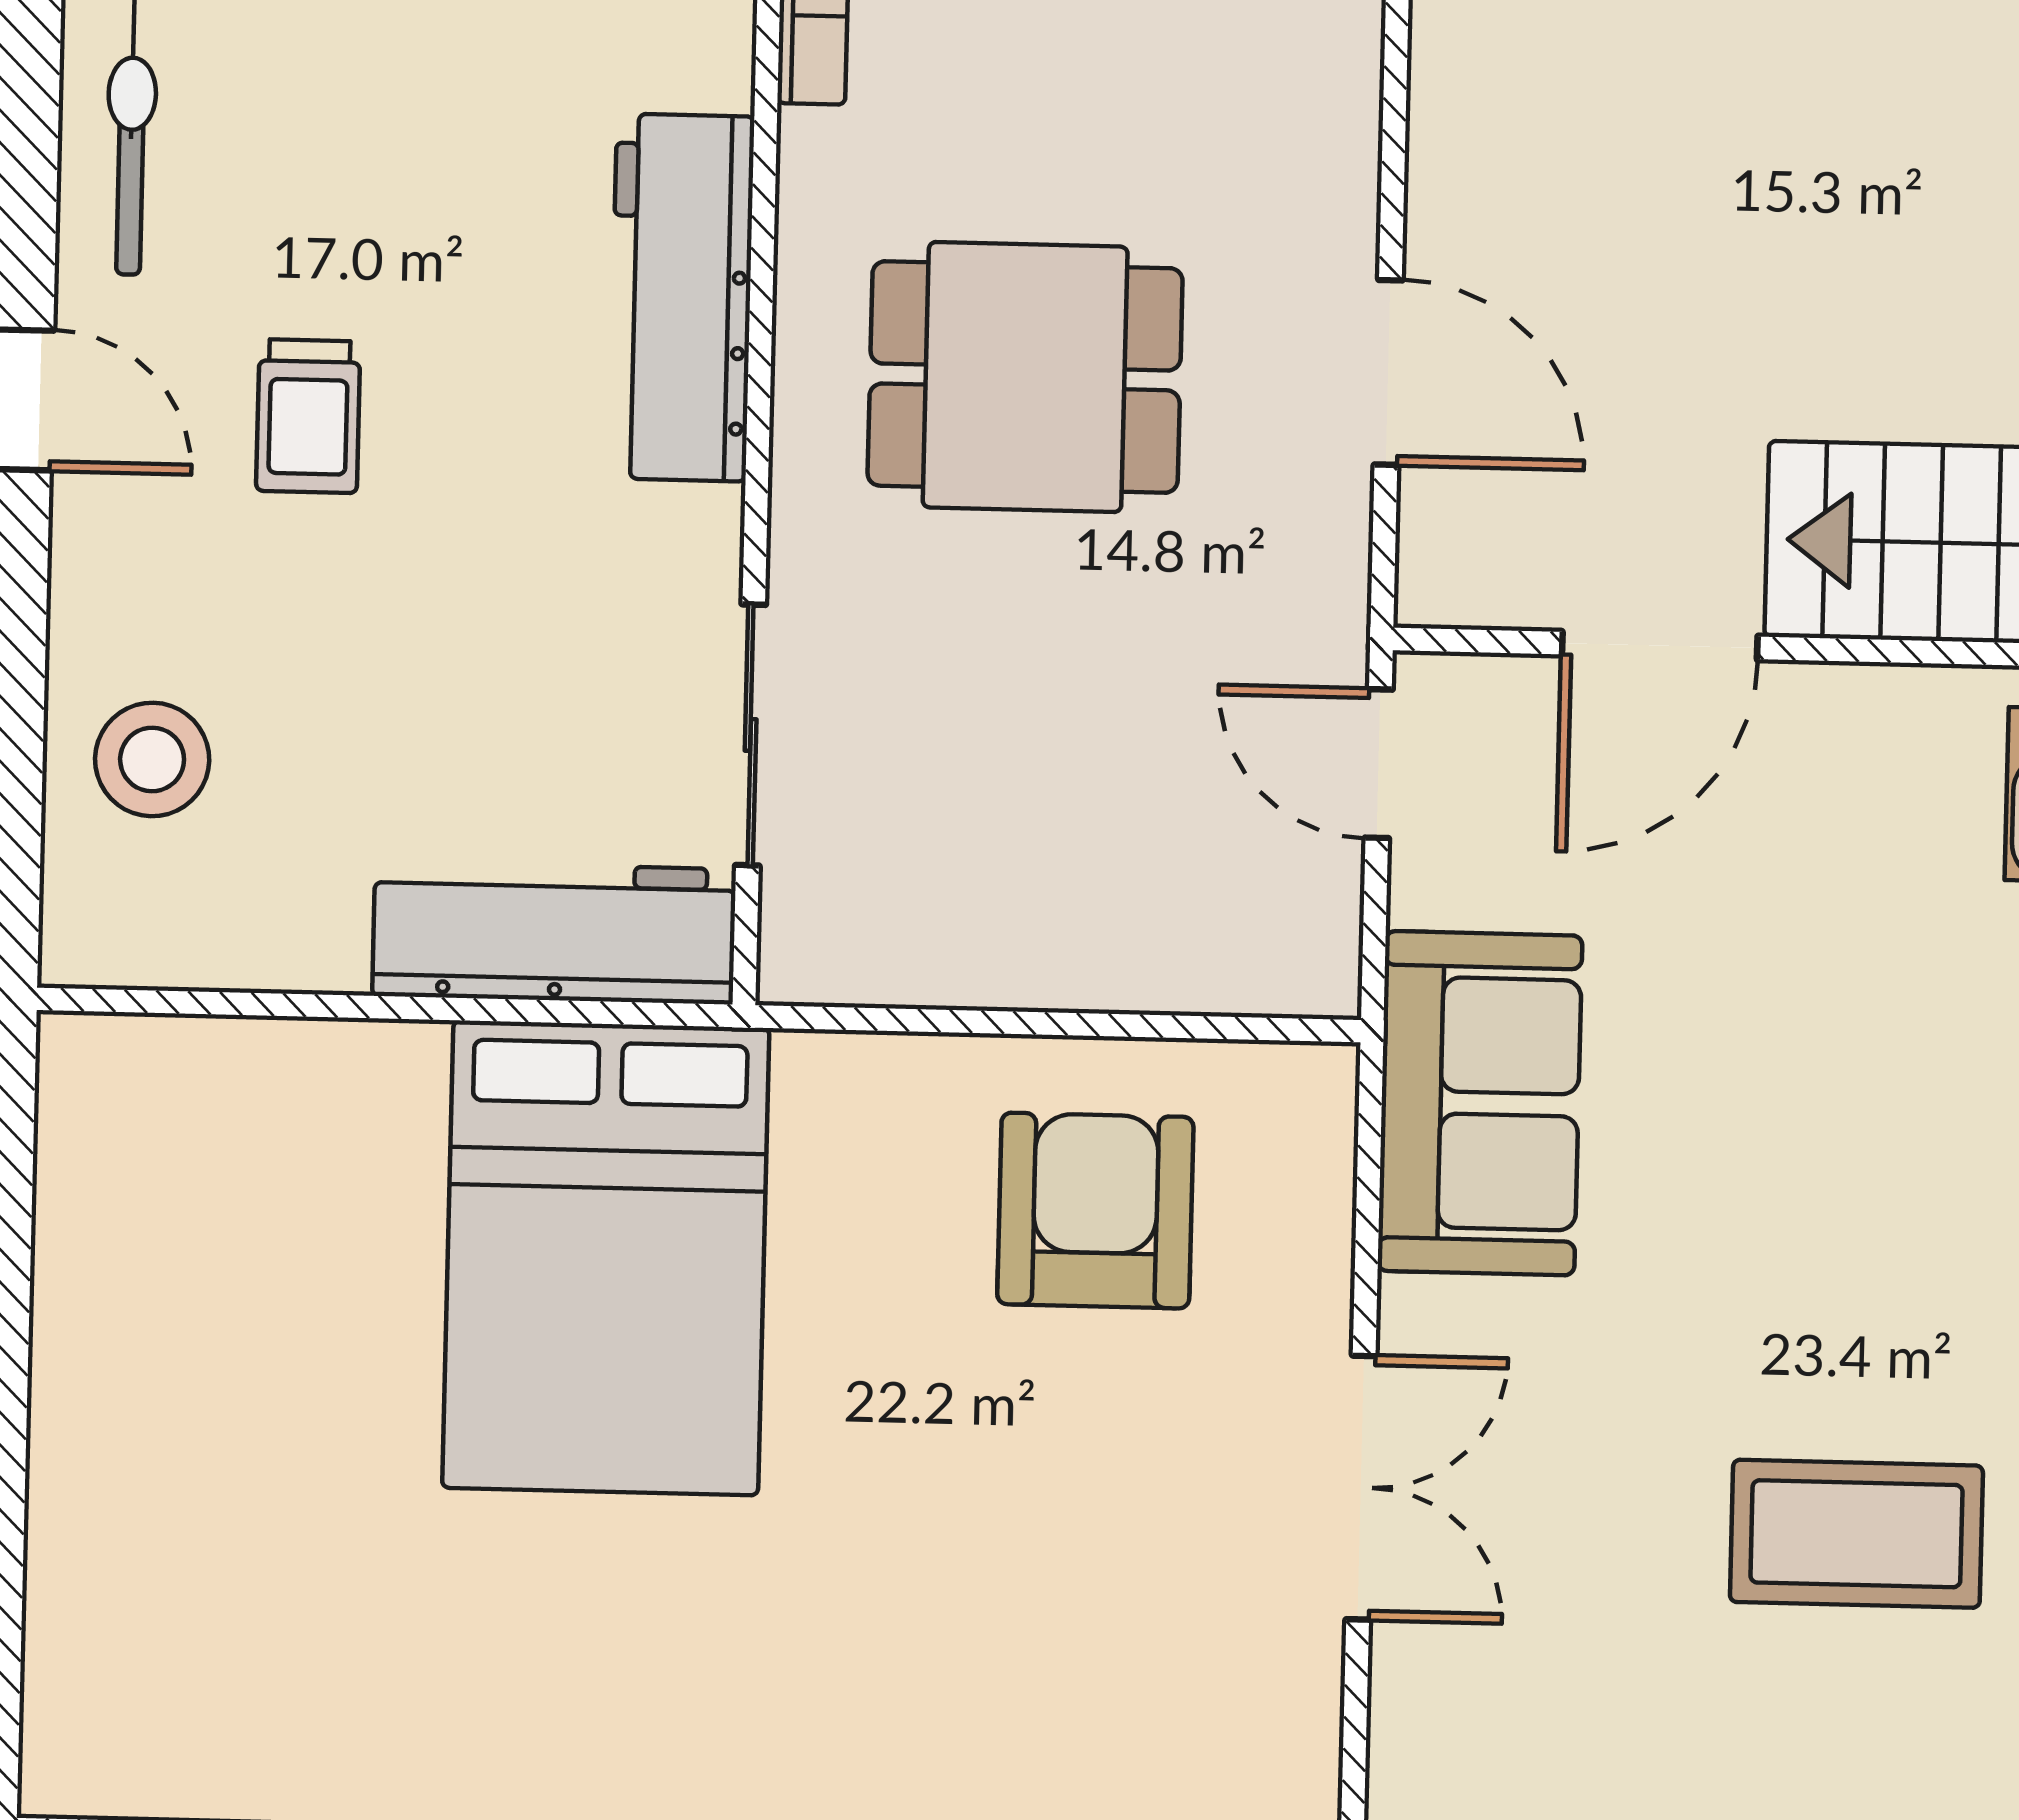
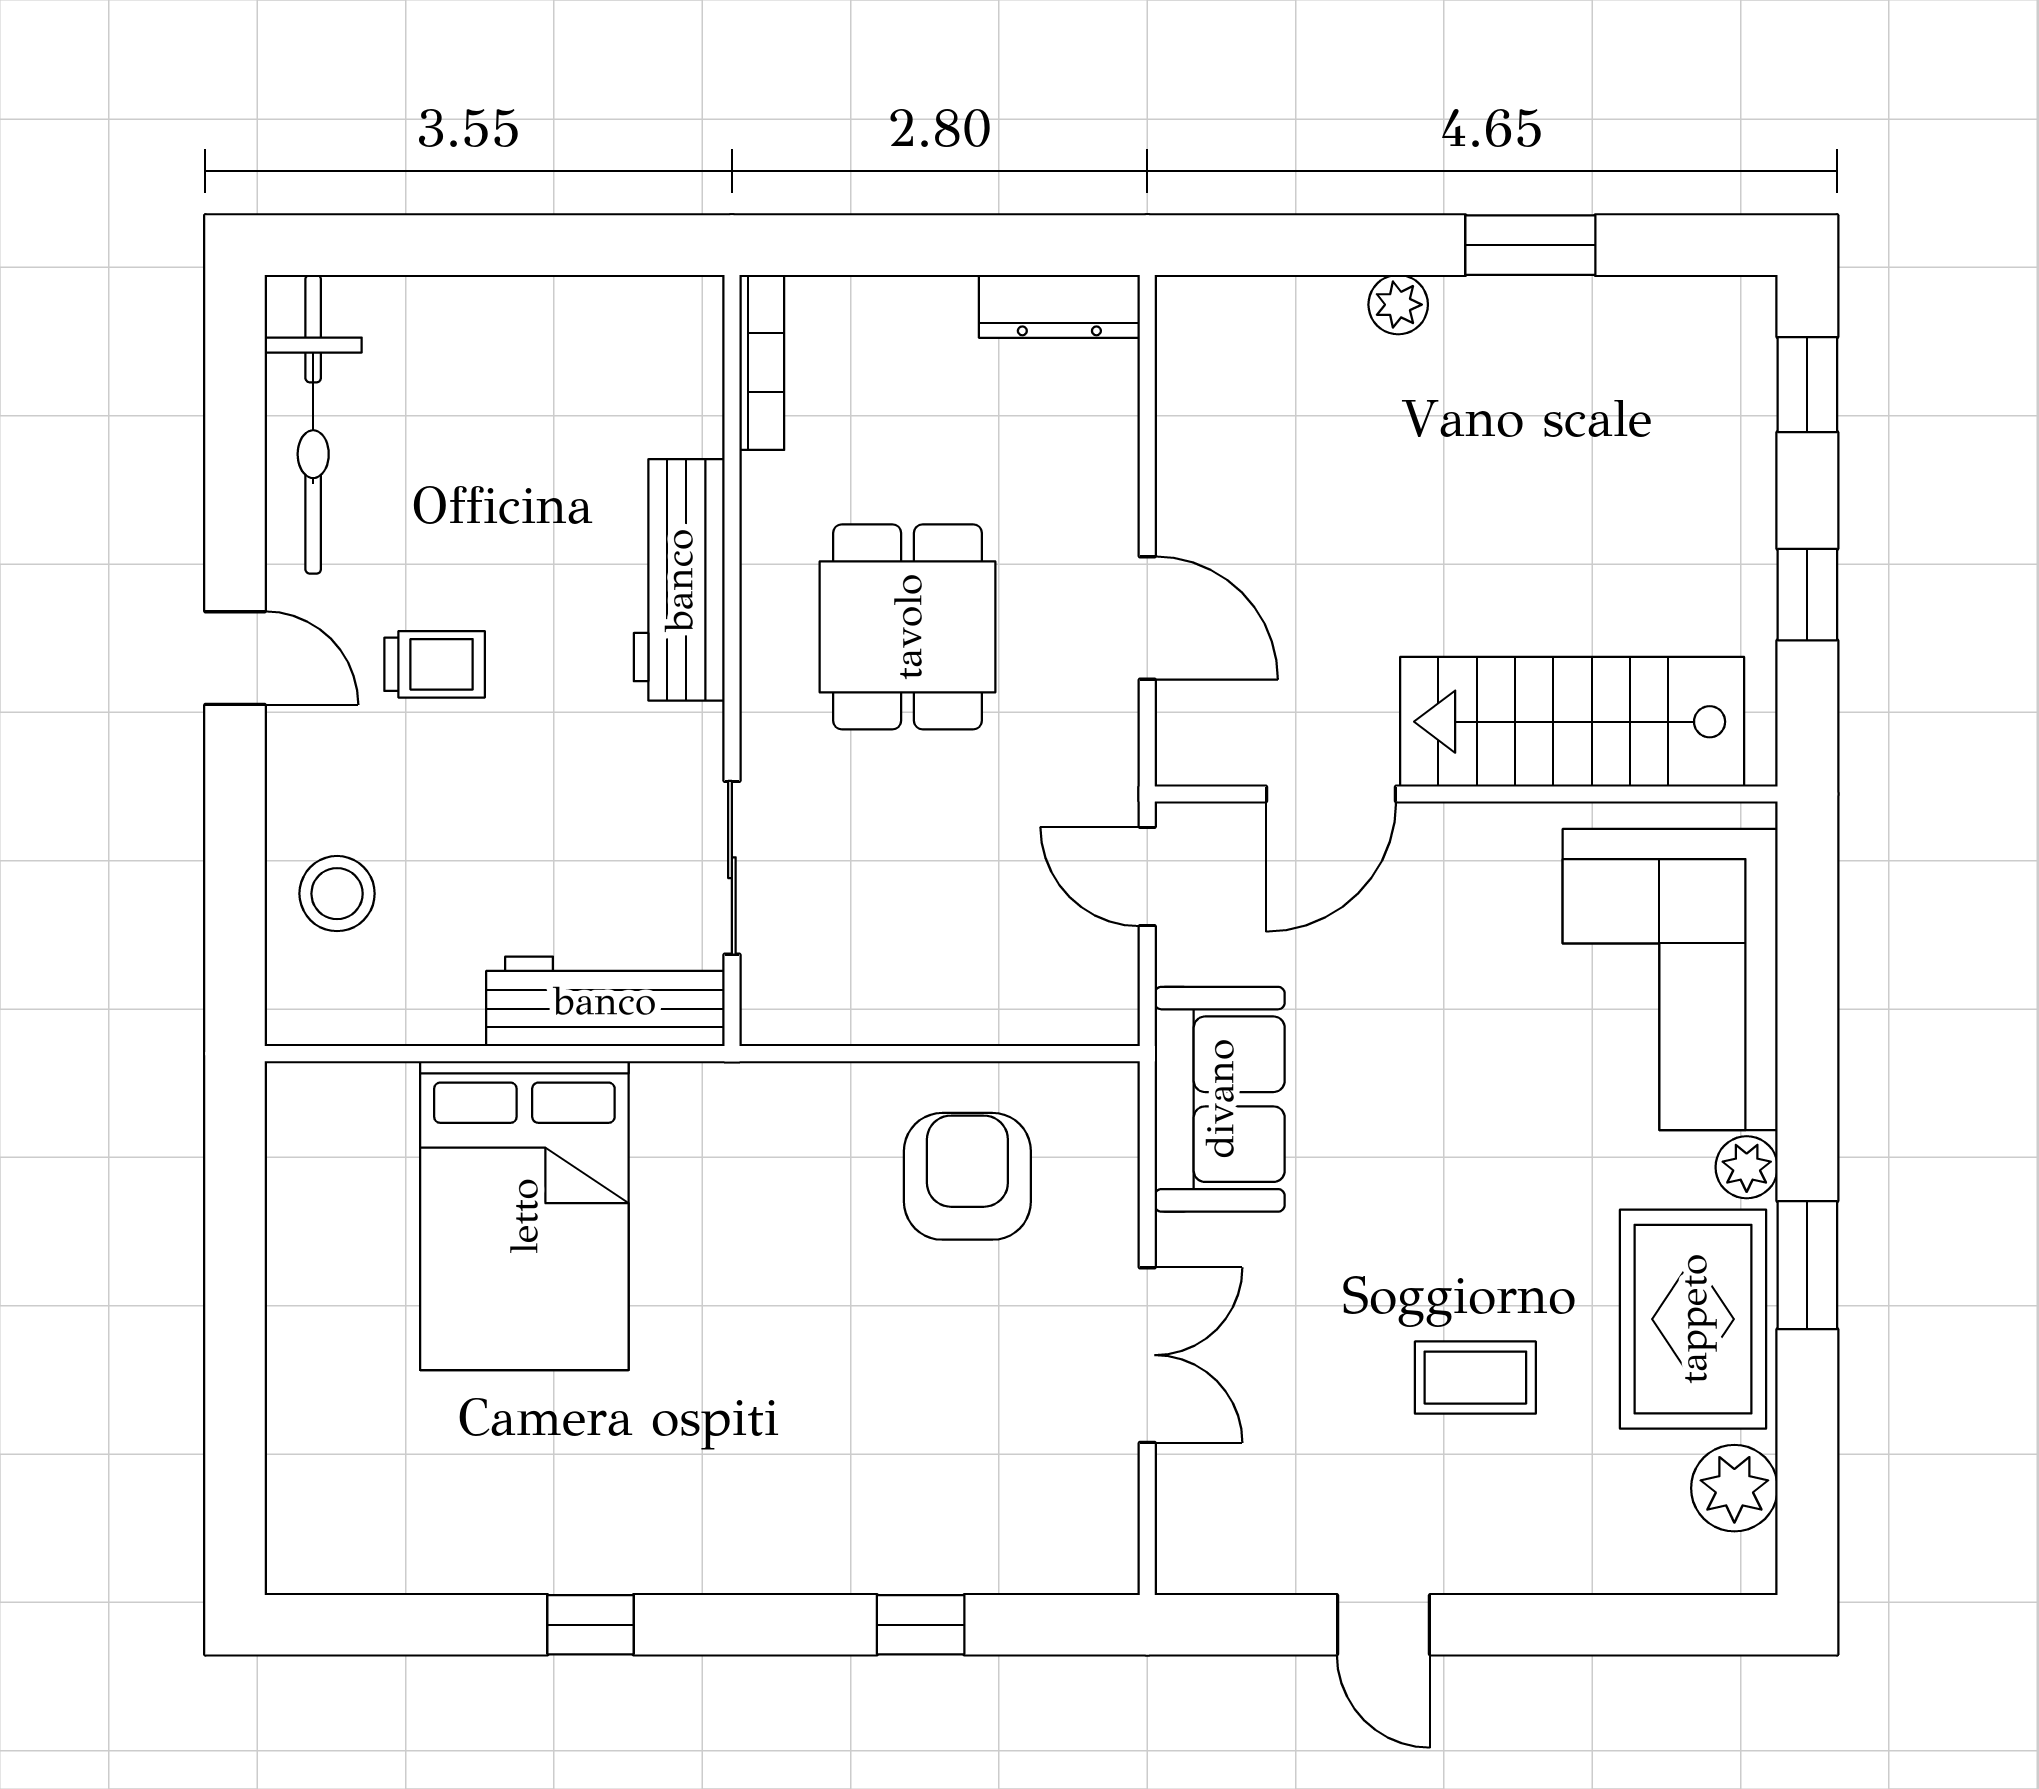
dining table: (1025, 377) -> (908, 627), turned 90
trolley: (308, 416) -> (435, 664), turned -90
bed: (606, 1258) -> (524, 1216), moved
coffee table: (1856, 1534) -> (1475, 1378), width x0.73, depth x0.77

